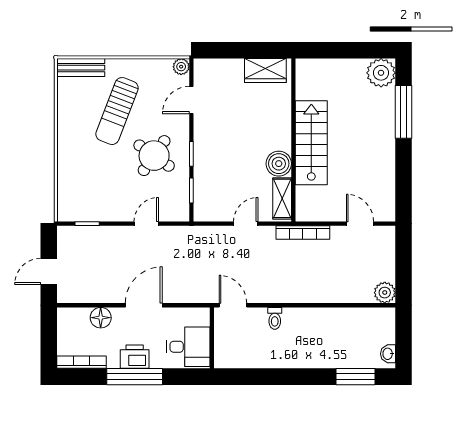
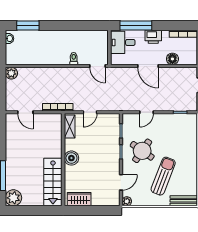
stairs: (311, 143) -> (53, 182), moved
boiler: (279, 164) -> (71, 158), moved
door: (144, 305) -> (148, 66), hinge flipped
window: (135, 377) -> (136, 25), moved

